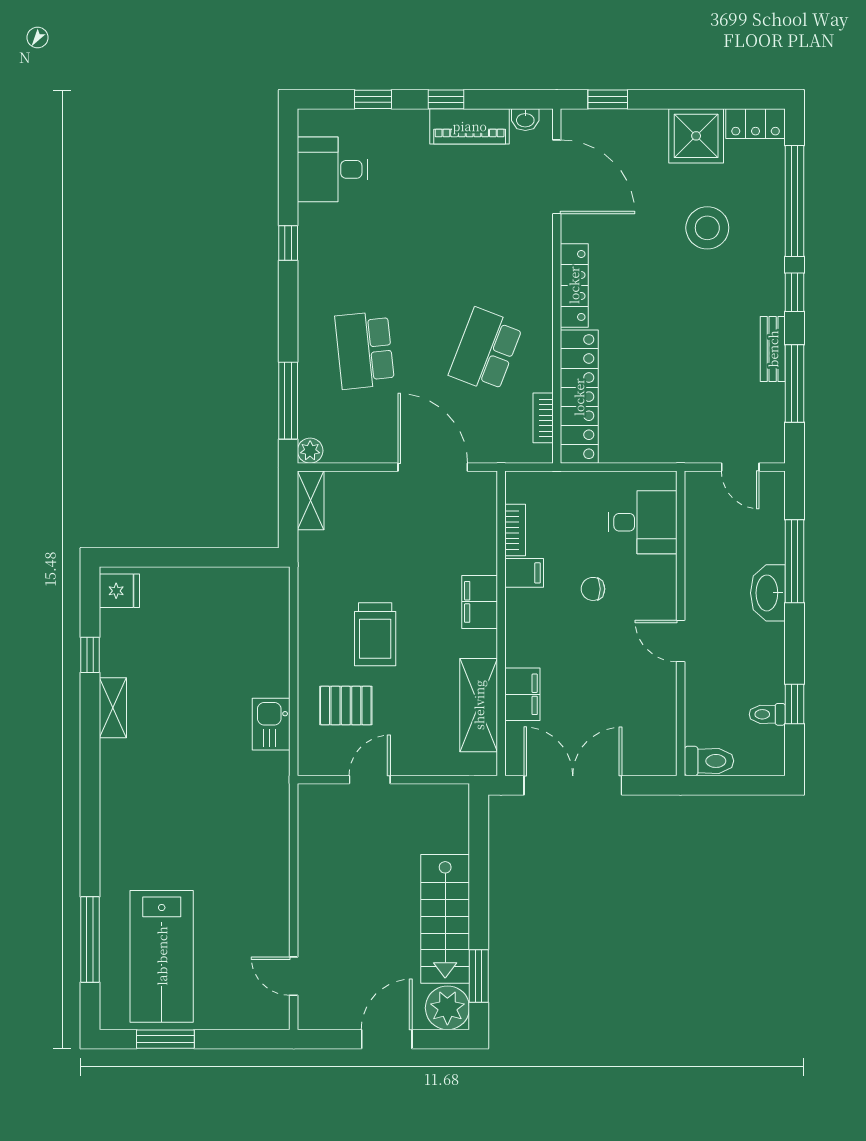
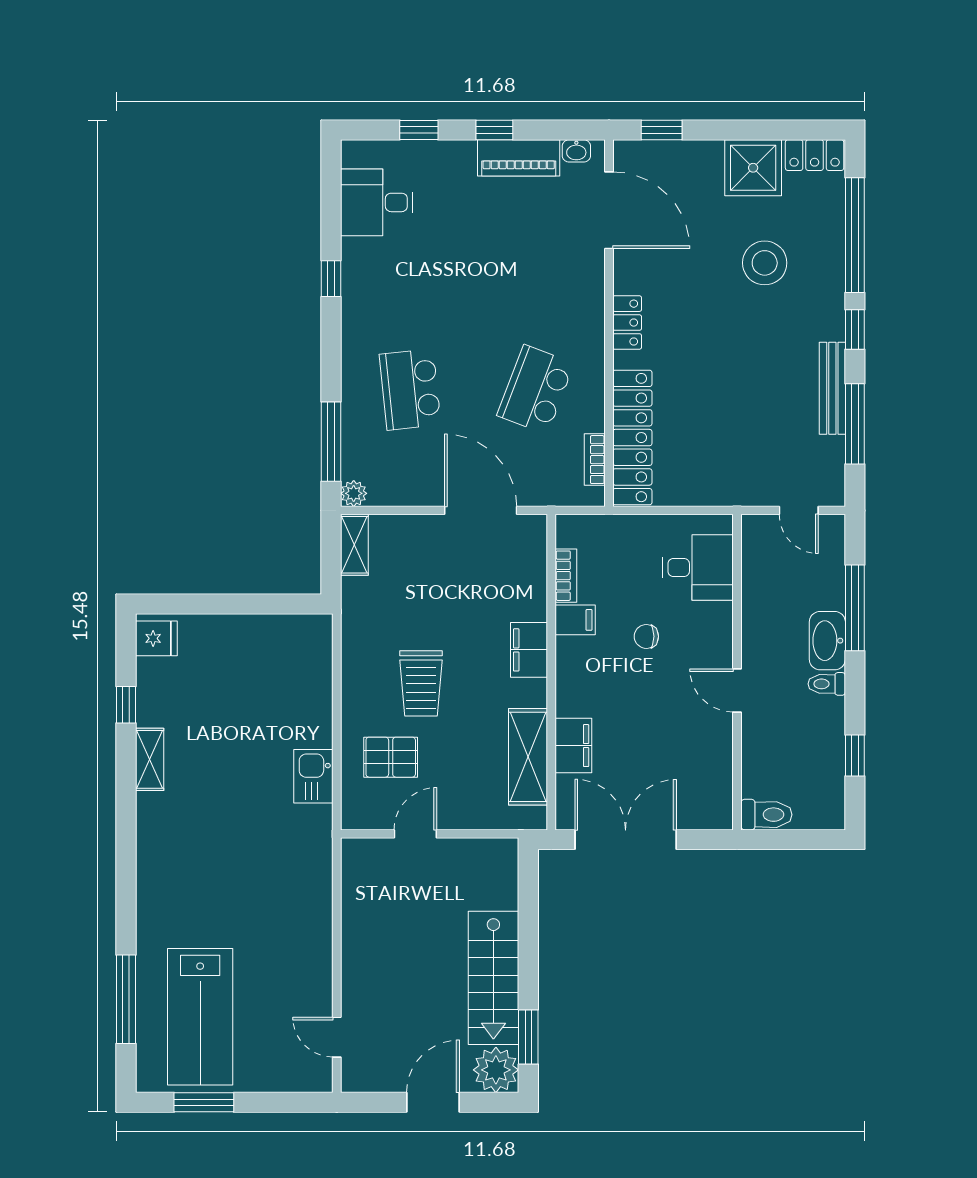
locker: (574, 285) -> (627, 323), width x0.66
bench: (773, 349) -> (832, 388), width x1.36
toilet: (767, 714) -> (827, 684), moved

